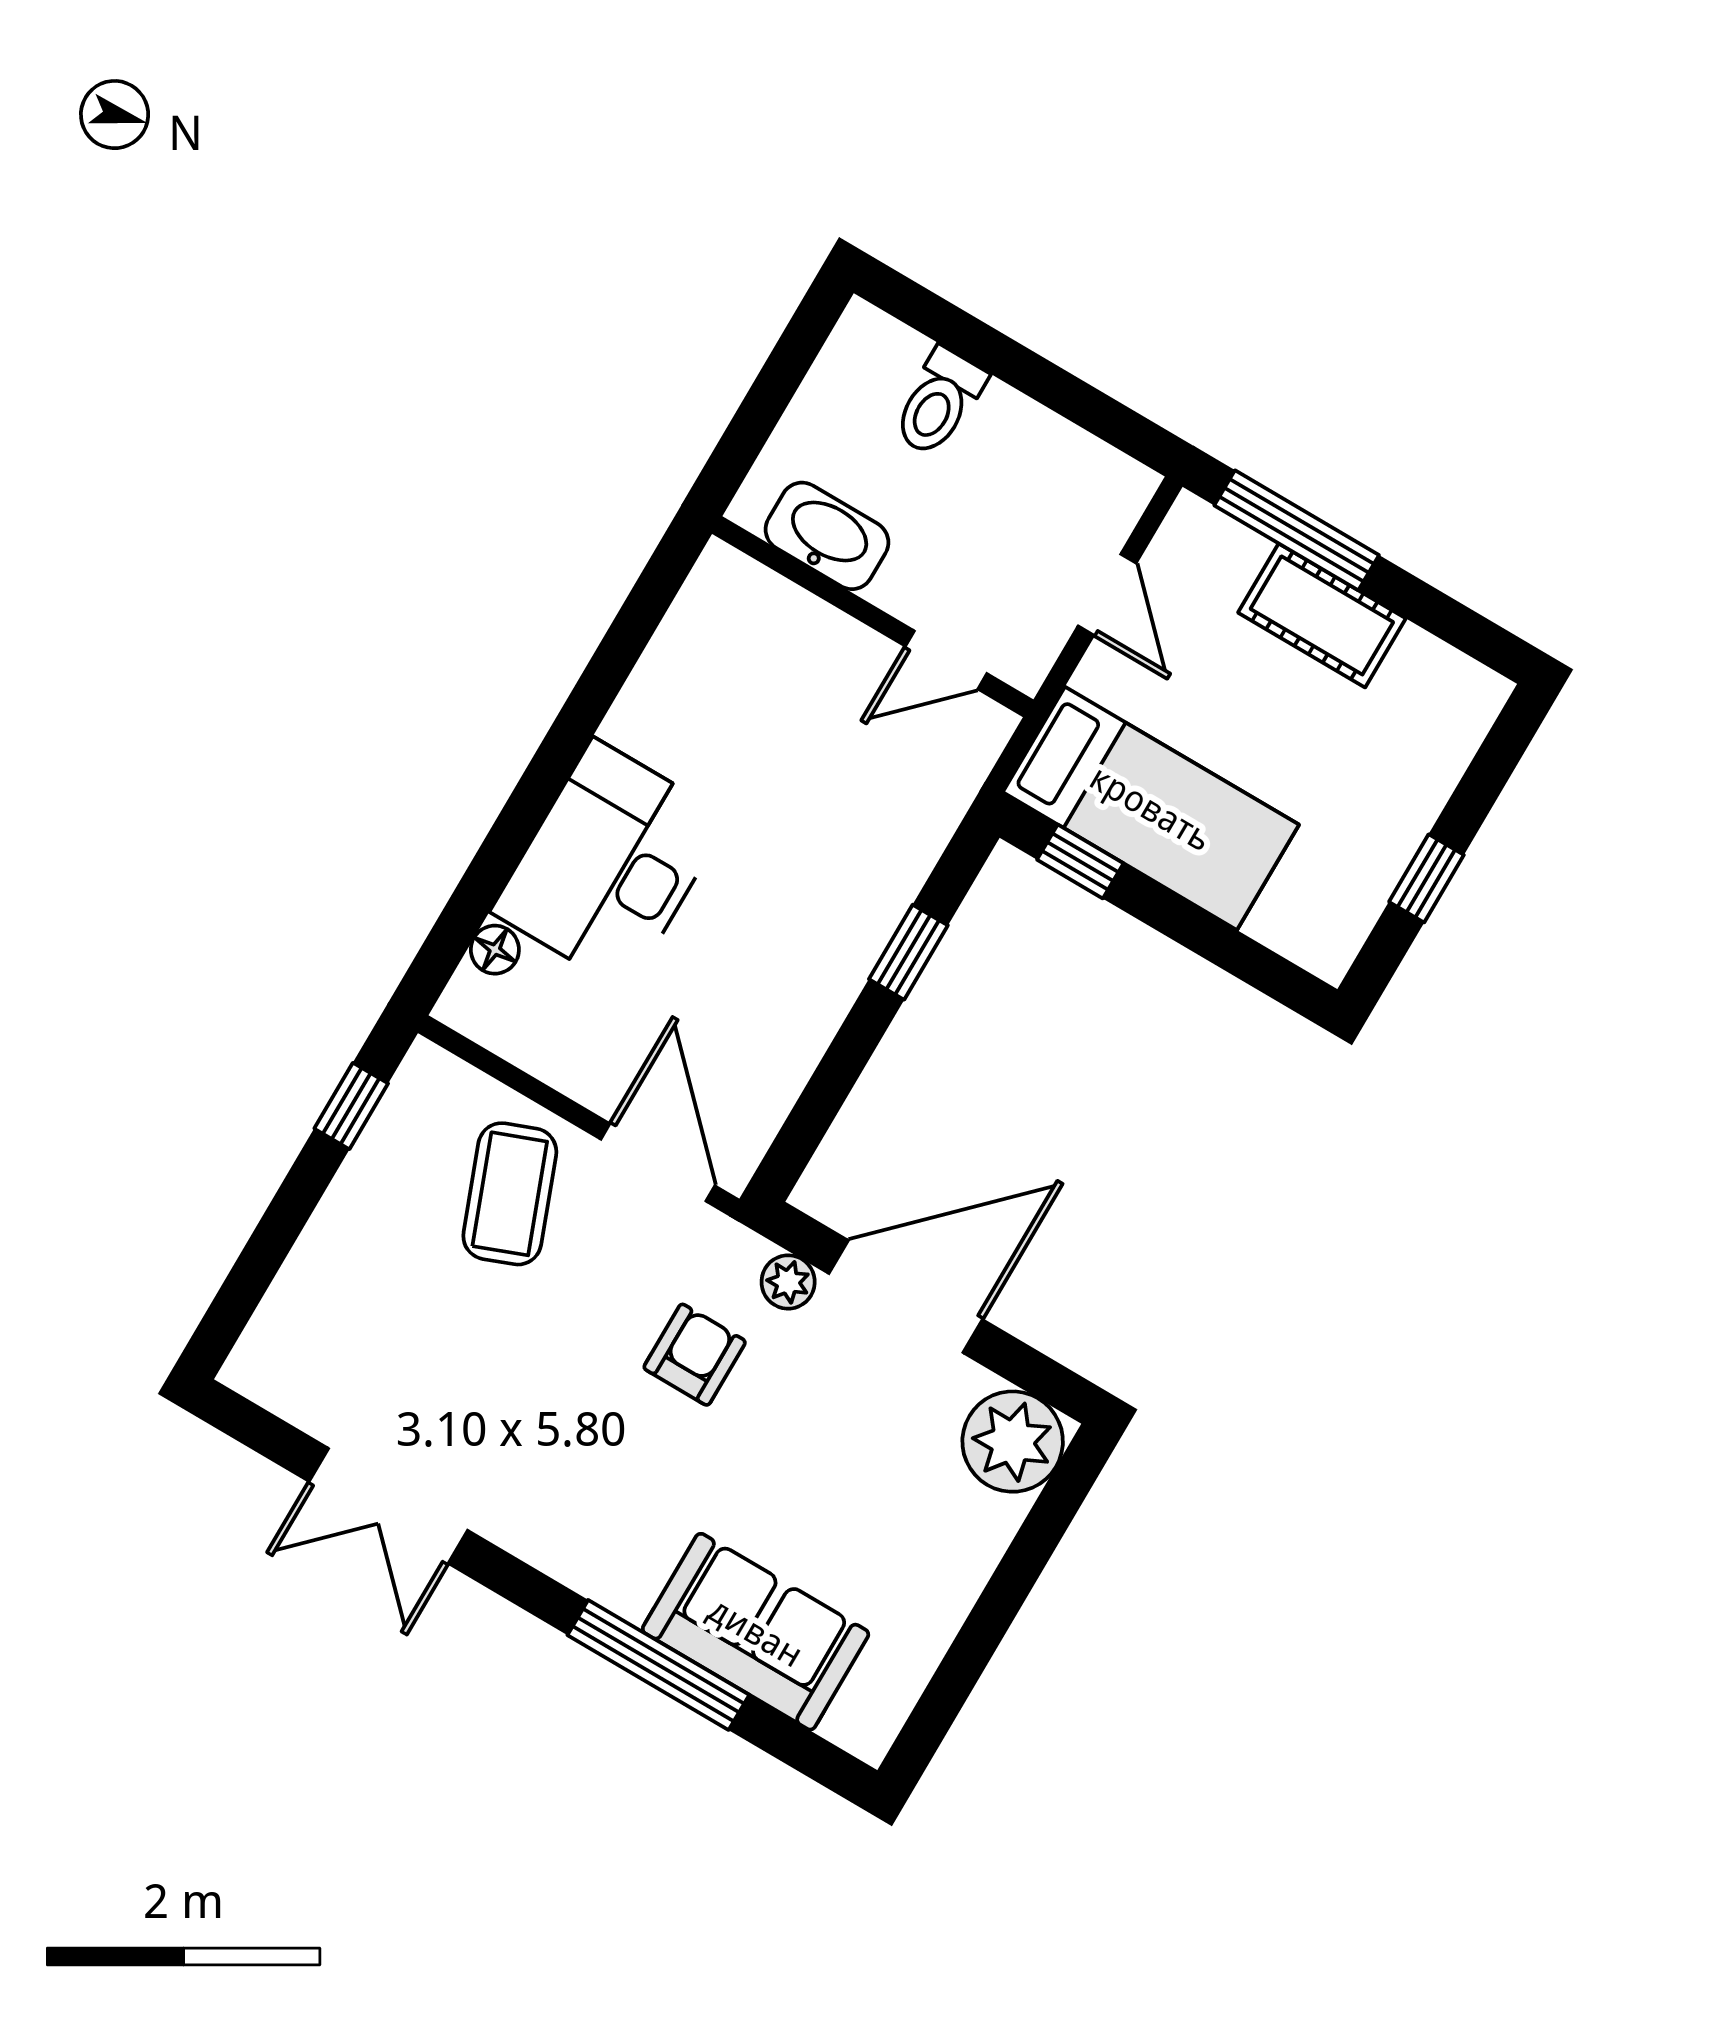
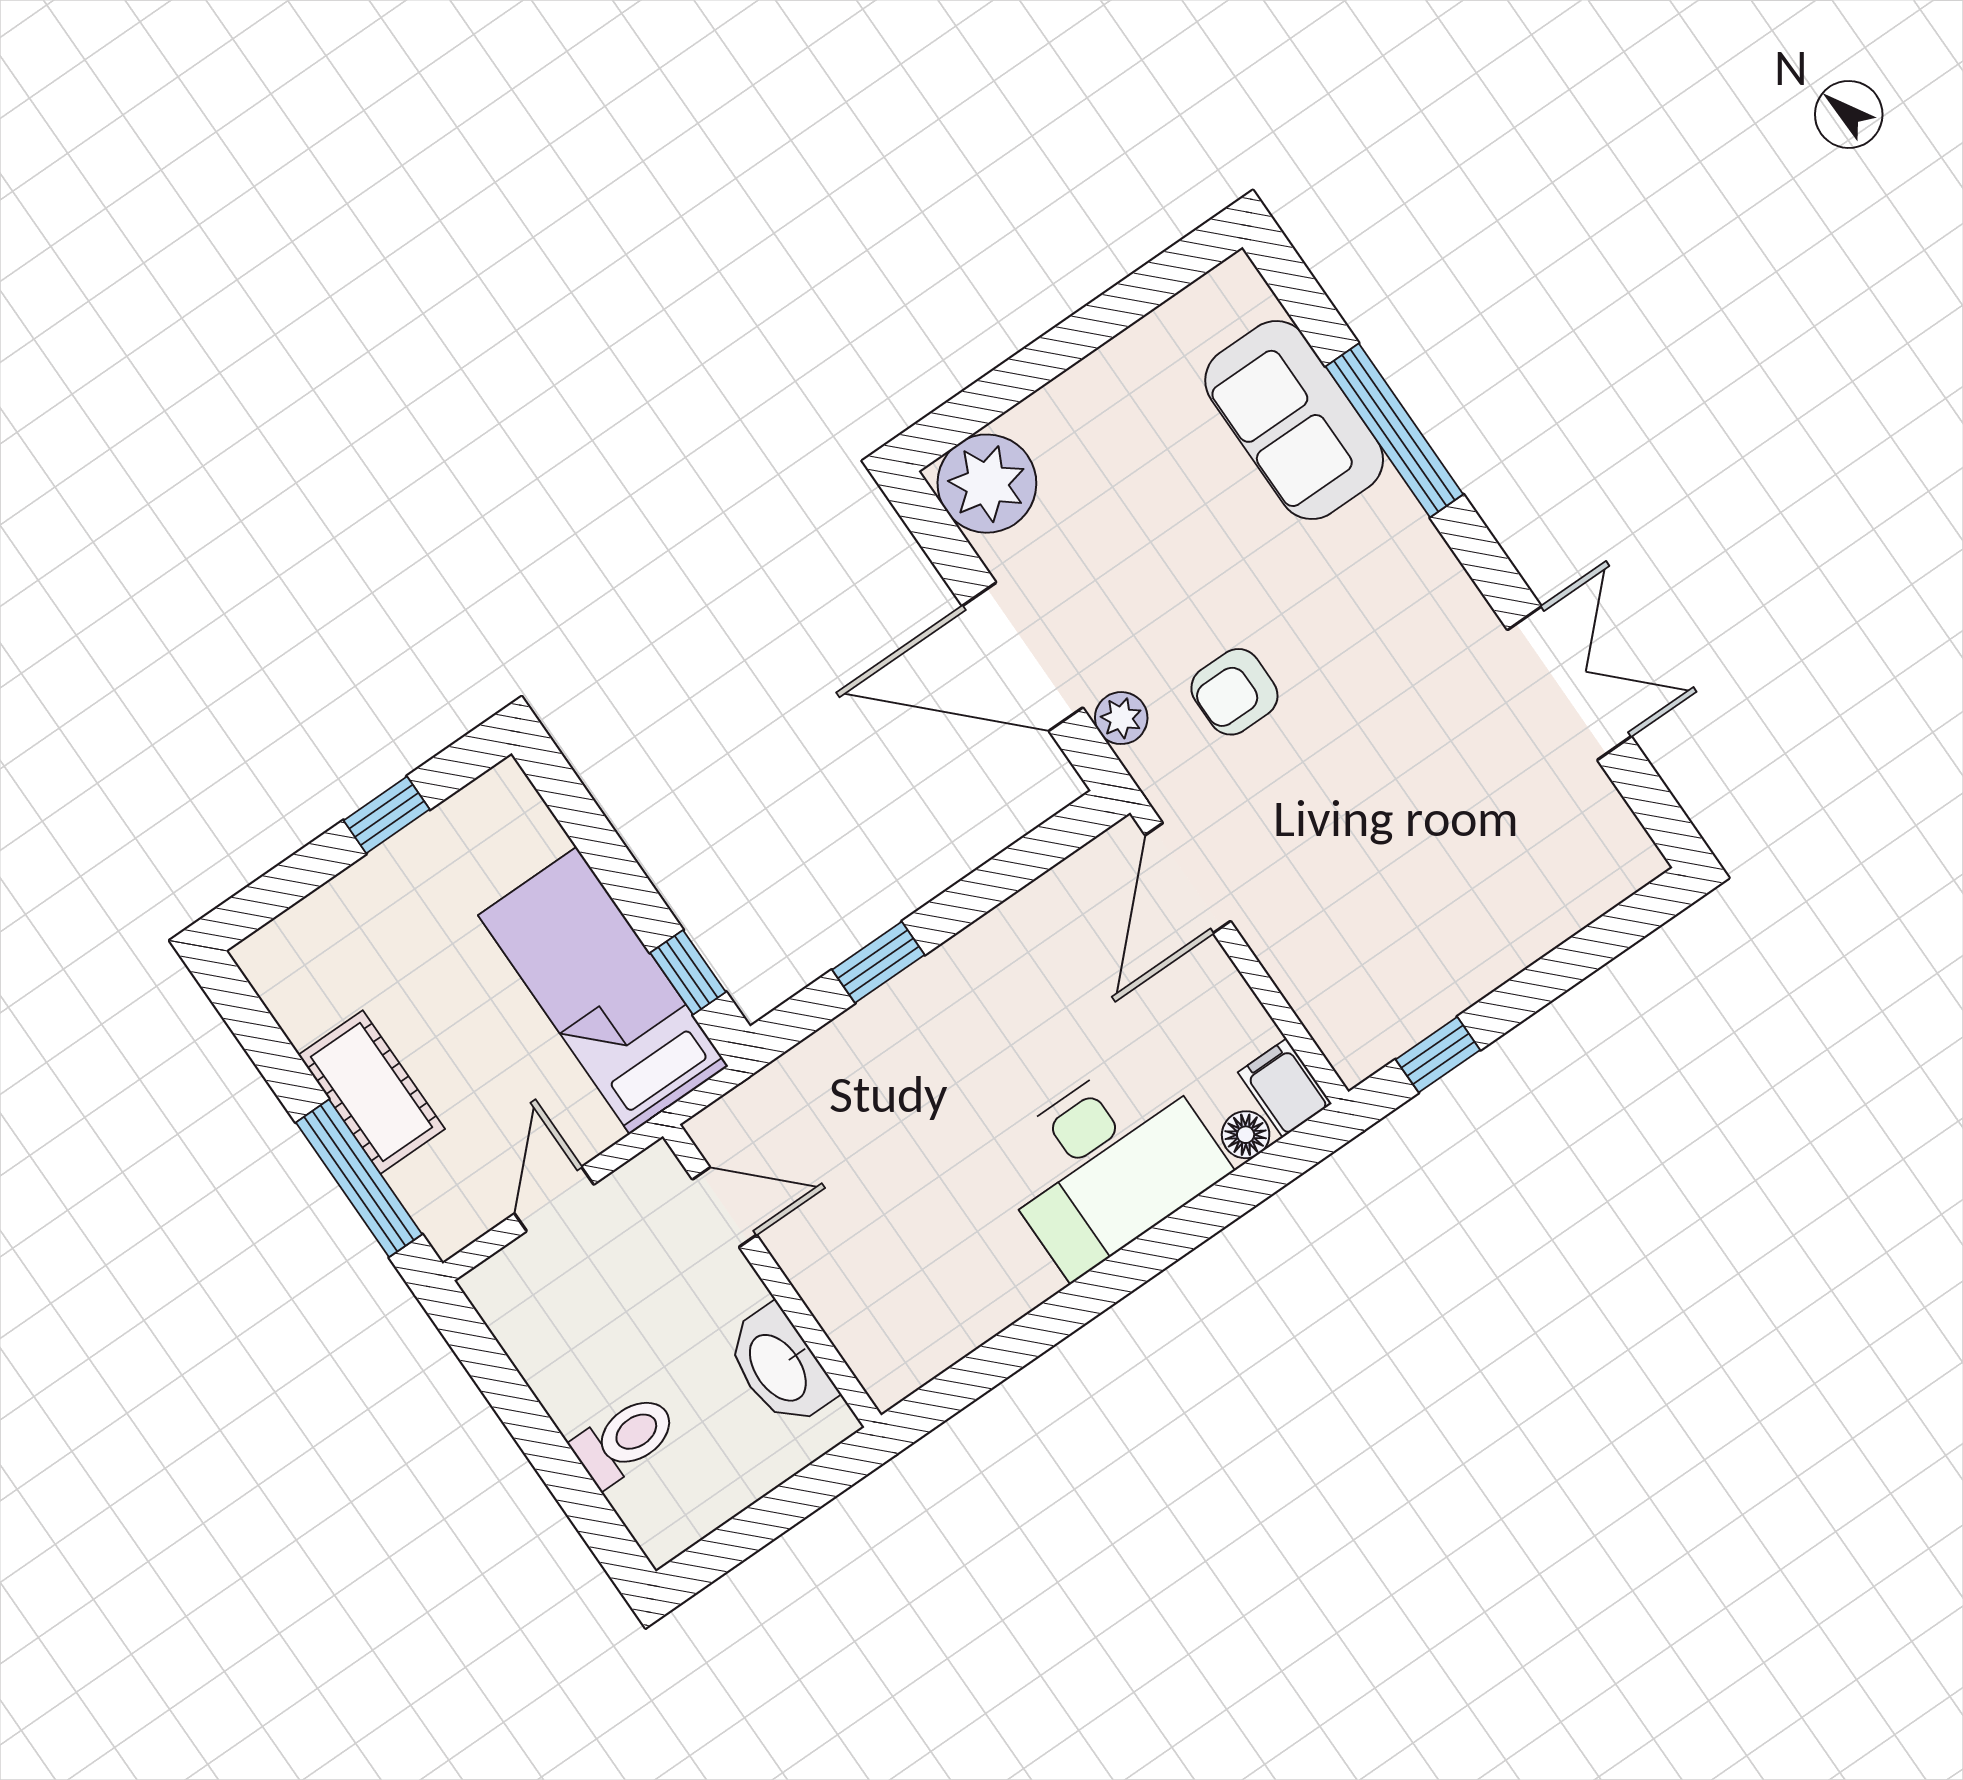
filing cabinet: (479, 1010) -> (1285, 1088), added
coffee table: (510, 1194) -> (1333, 911), removed

